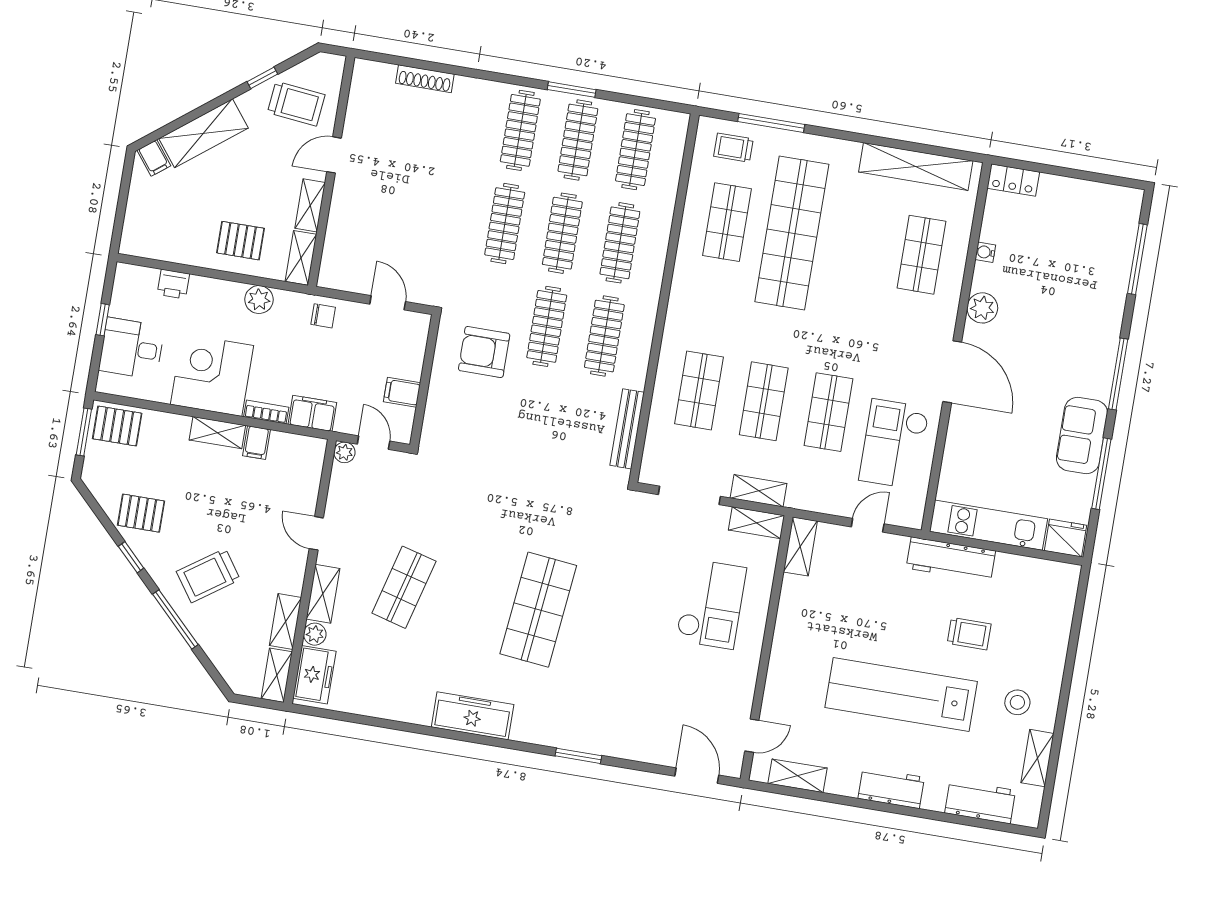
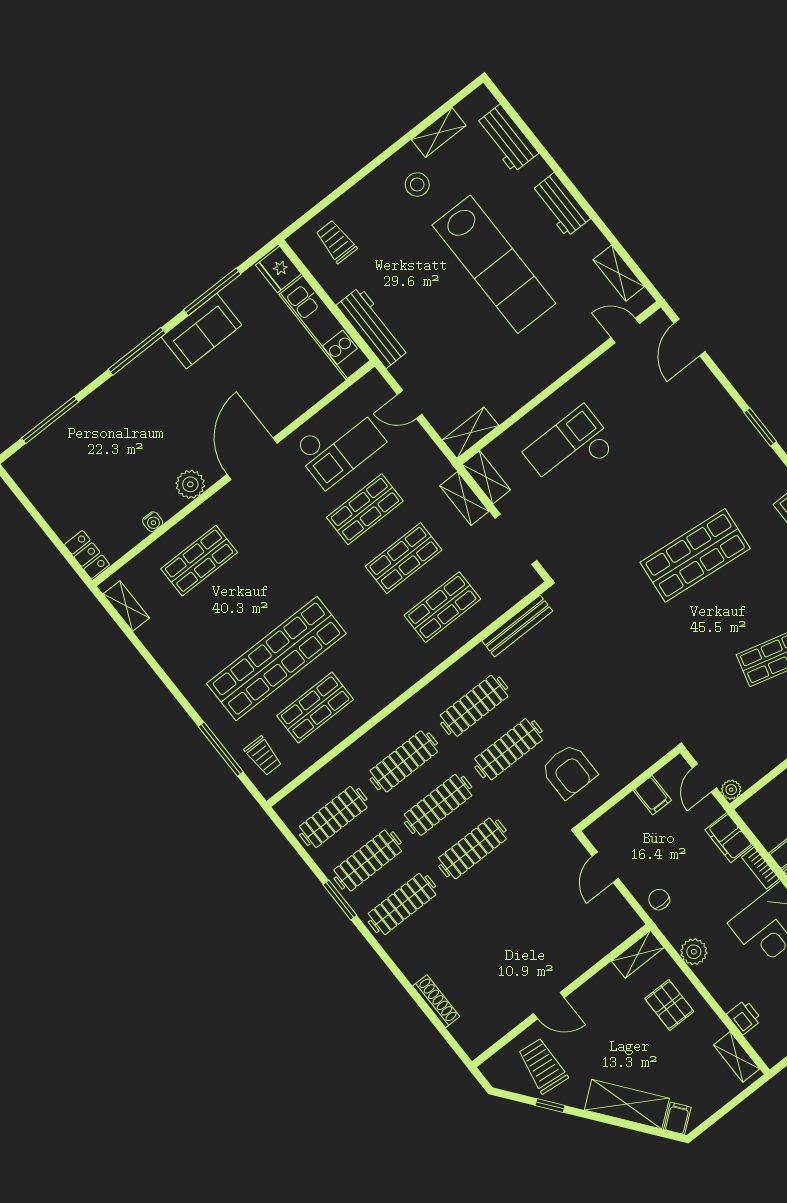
shelving: (916, 166) -> (126, 606), width x0.45, depth x0.75
shelving: (310, 205) -> (737, 1057), moved, turned 90
trolley: (969, 634) -> (336, 241), moved

